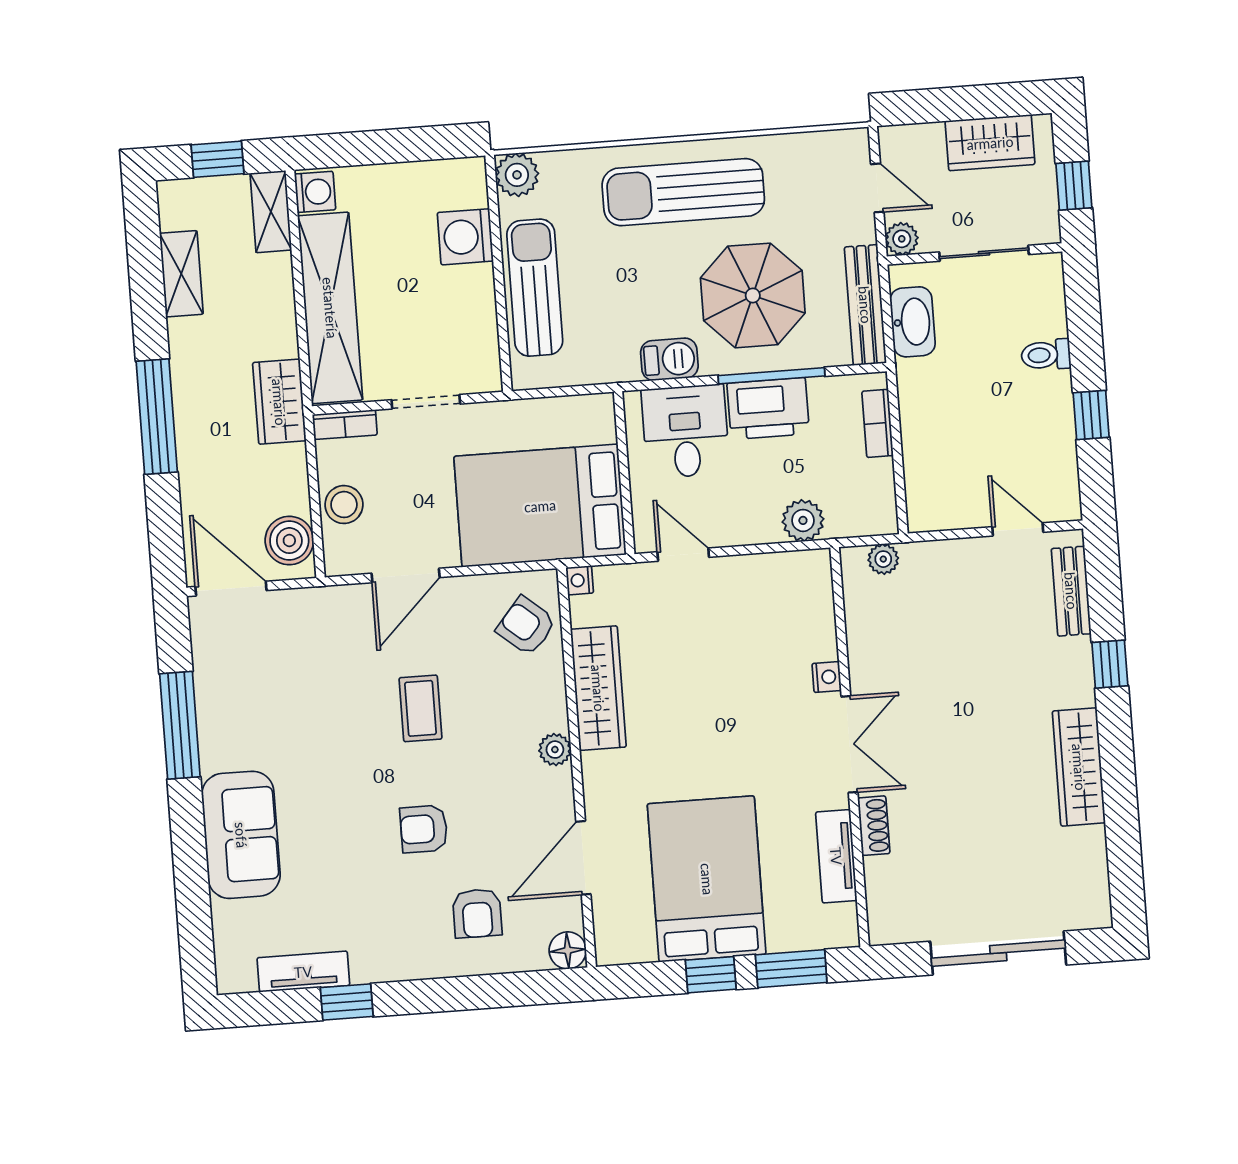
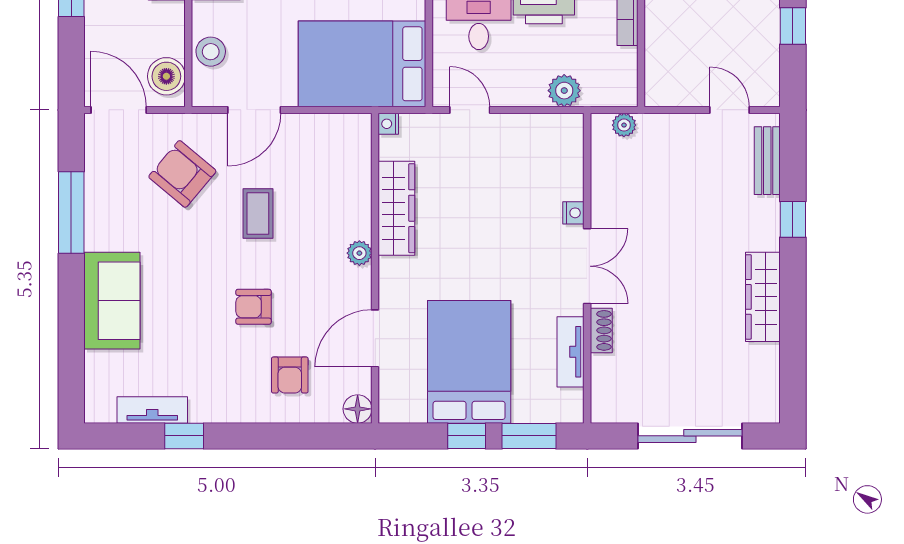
armchair: (526, 626) -> (182, 174), moved, width x1.38, depth x1.38

